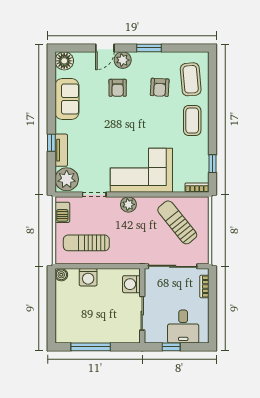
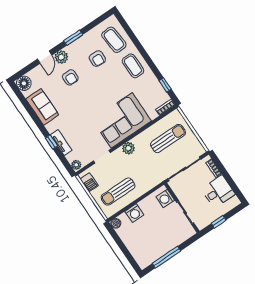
plant: (67, 179) -> (76, 165), width x0.53, depth x0.53
sun lounger: (177, 222) -> (168, 138), turned 129
desk: (183, 327) -> (218, 192), moved, turned -90

